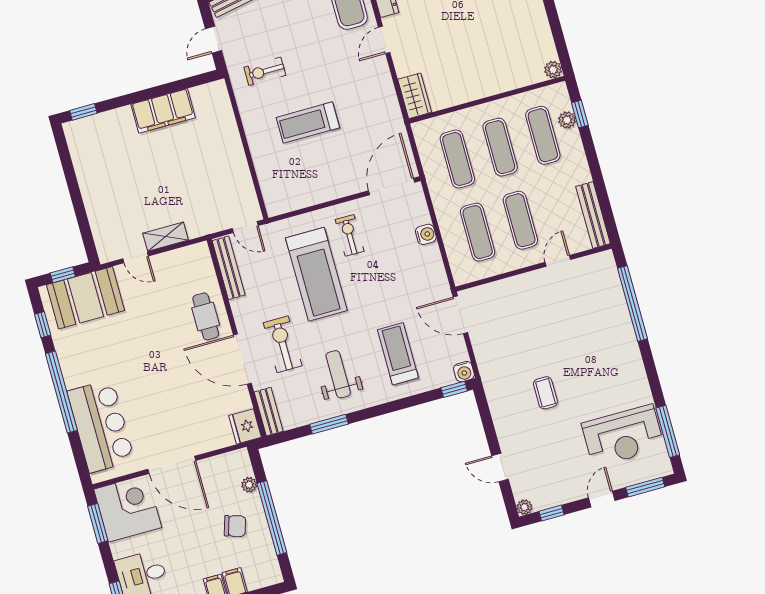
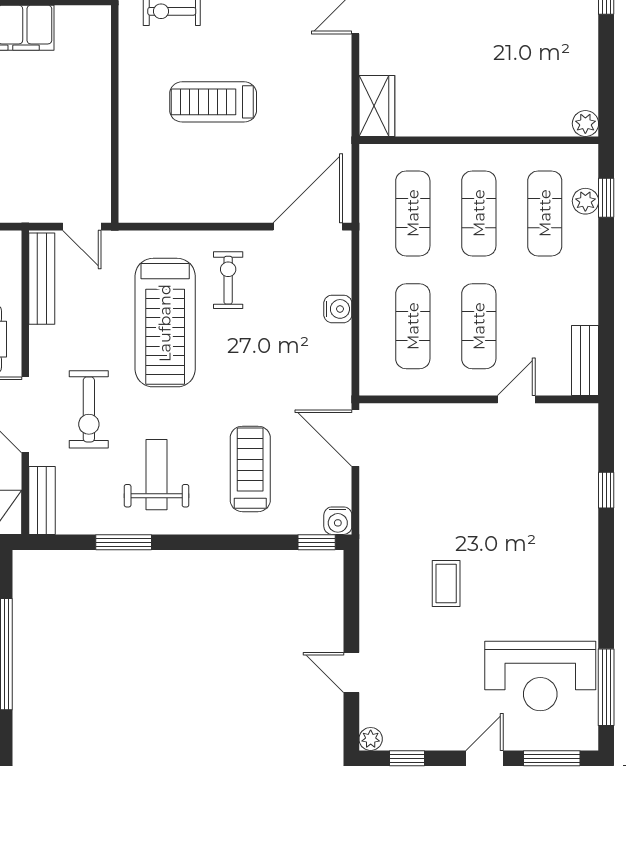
bench: (593, 215) -> (585, 361), width x0.73
window: (632, 304) -> (606, 490), width x0.32
exercise bike: (283, 344) -> (89, 409), turned 180

